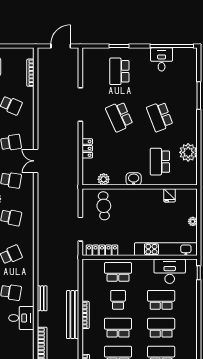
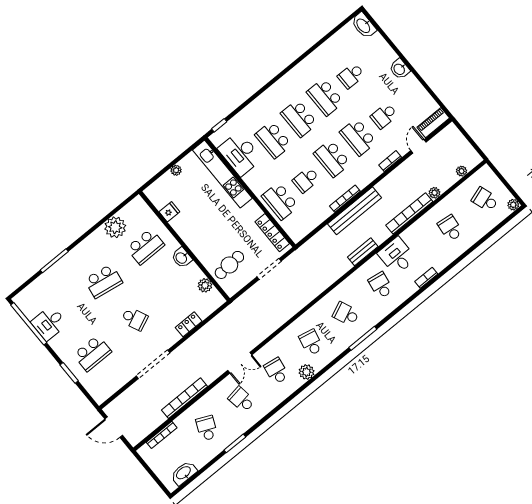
bookcase: (42, 107) -> (184, 398), added
school desk: (119, 116) -> (134, 319), width x0.54
school desk: (160, 116) -> (103, 281), turned 30

